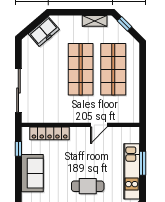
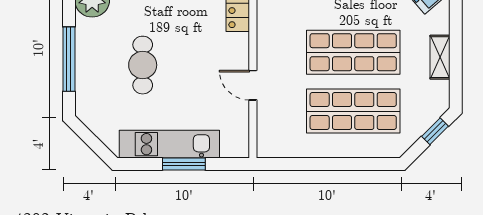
shelving: (95, 21) -> (440, 57), moved

